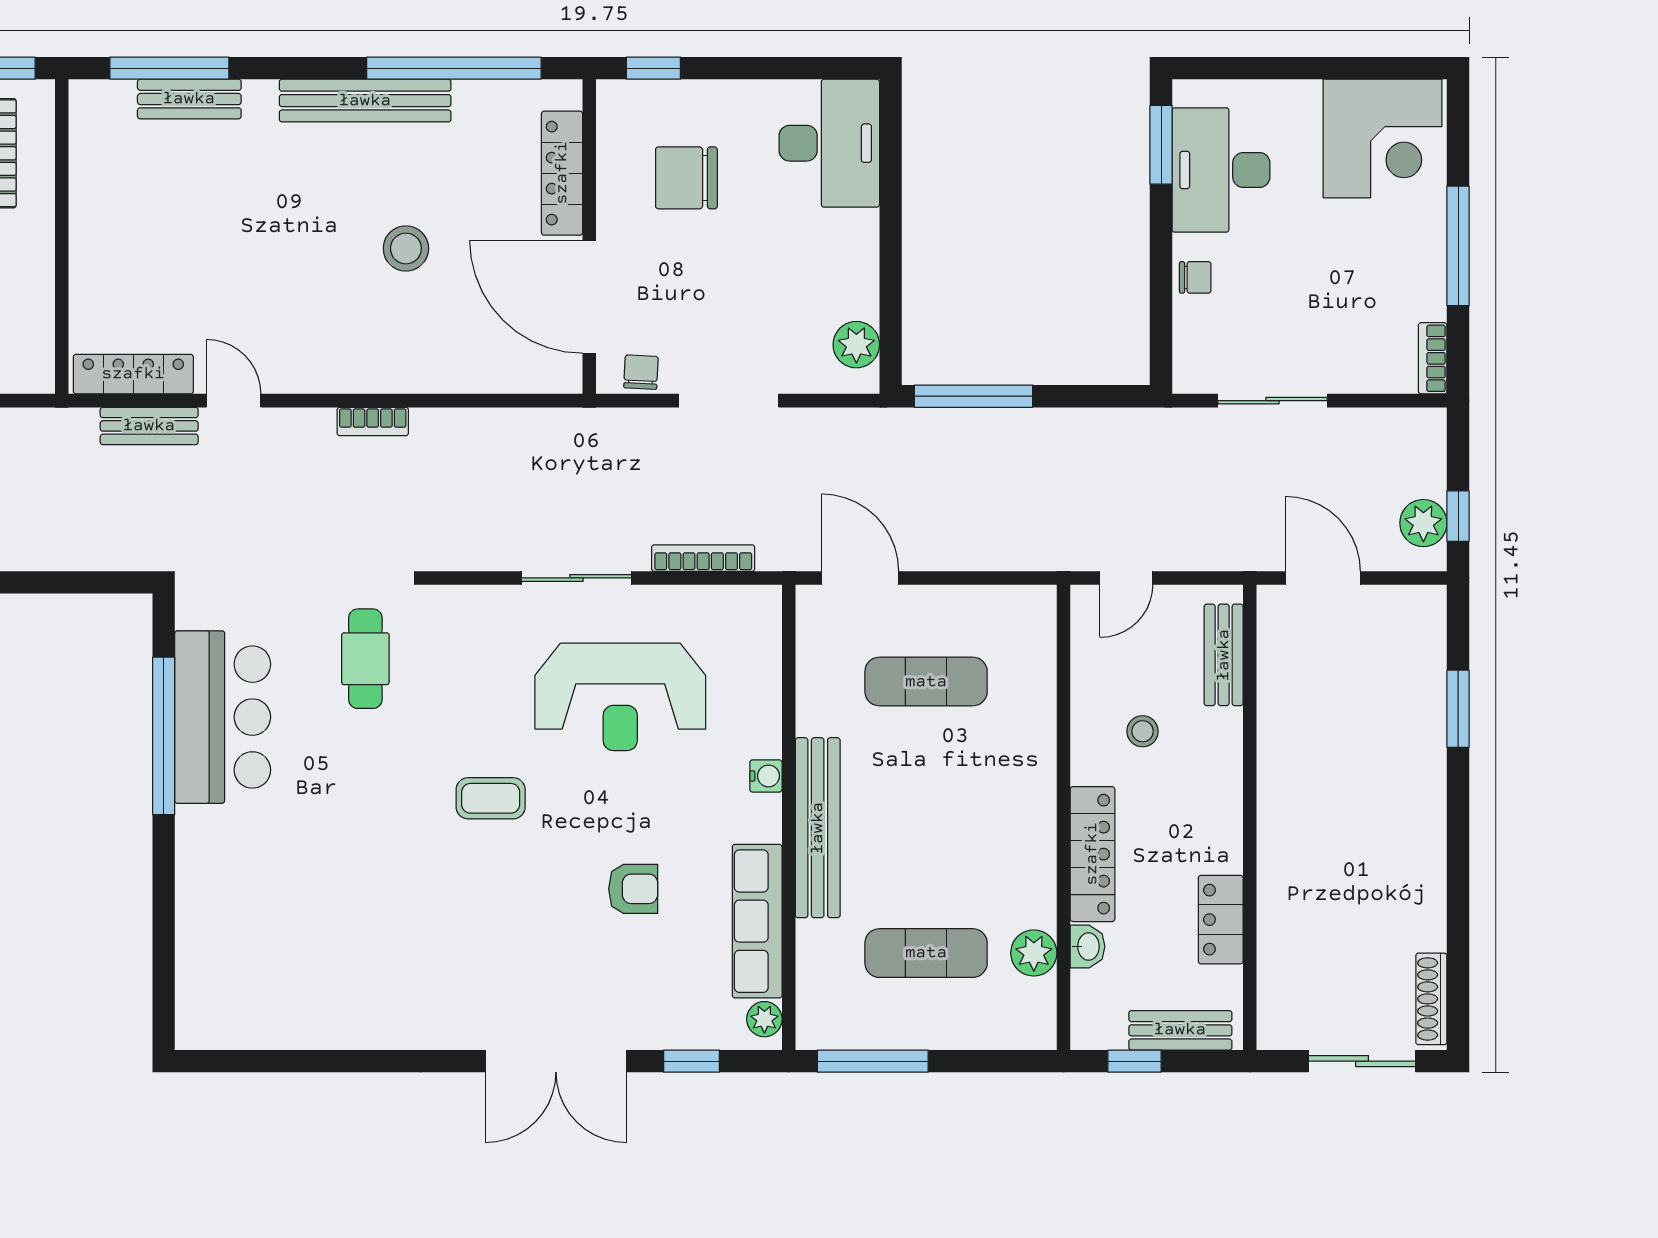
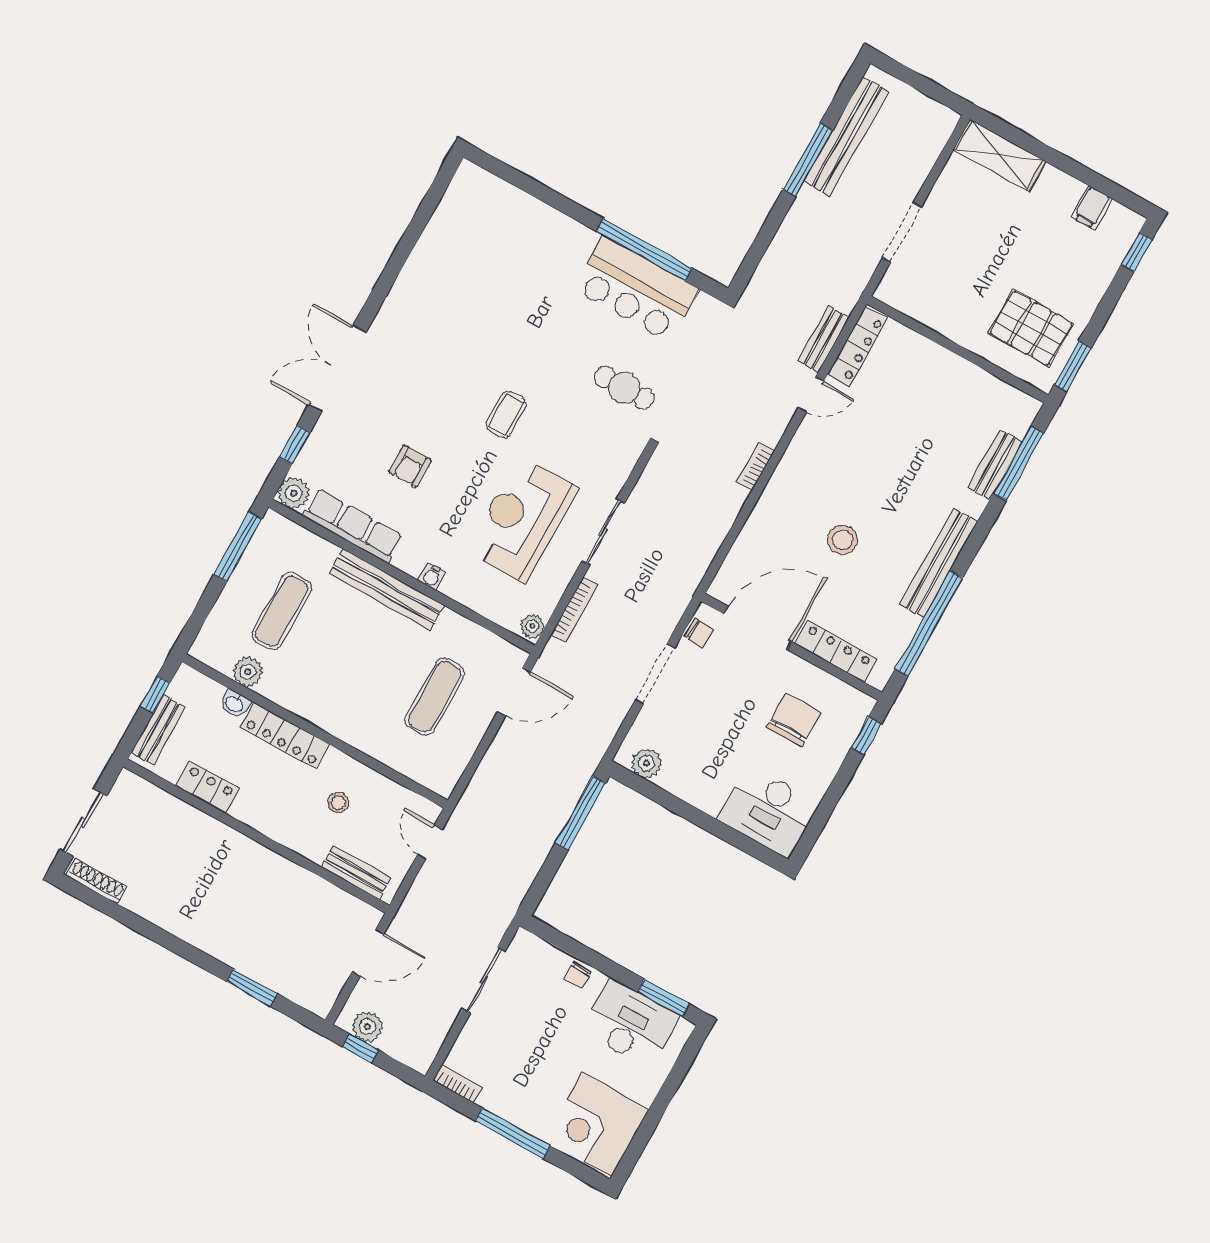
plant: (757, 603) -> (532, 626), added
plant: (764, 1019) -> (294, 493), width x1.38, depth x1.38

